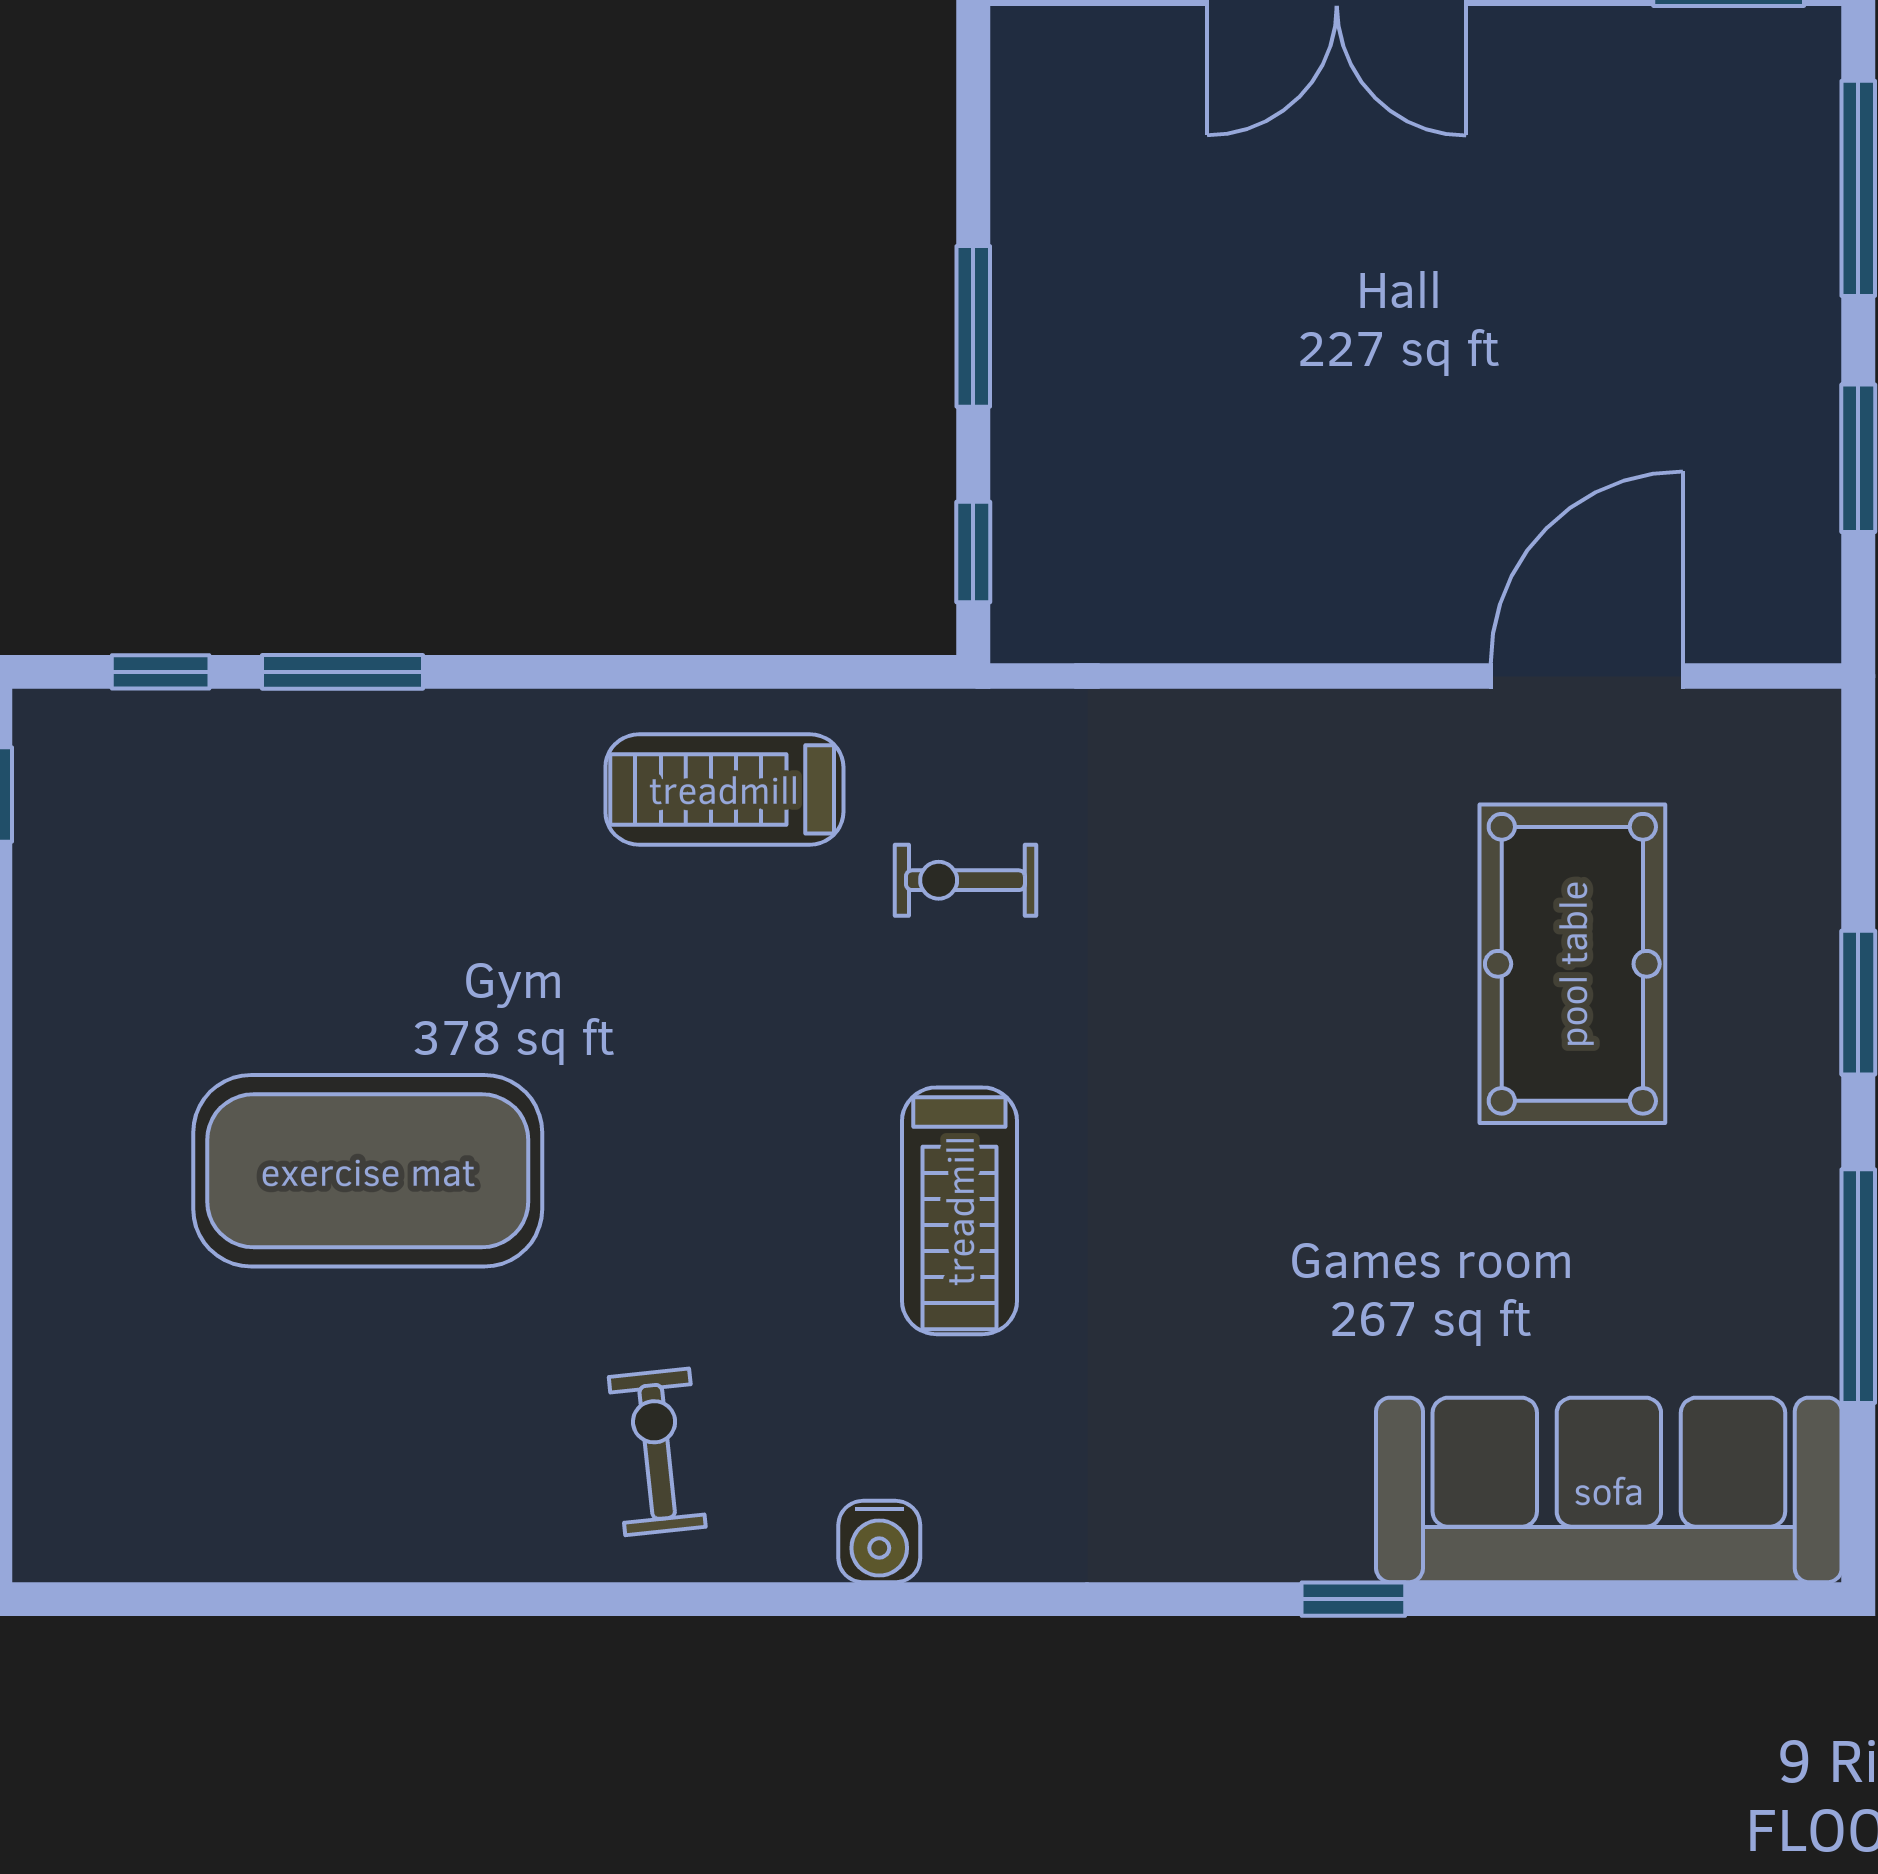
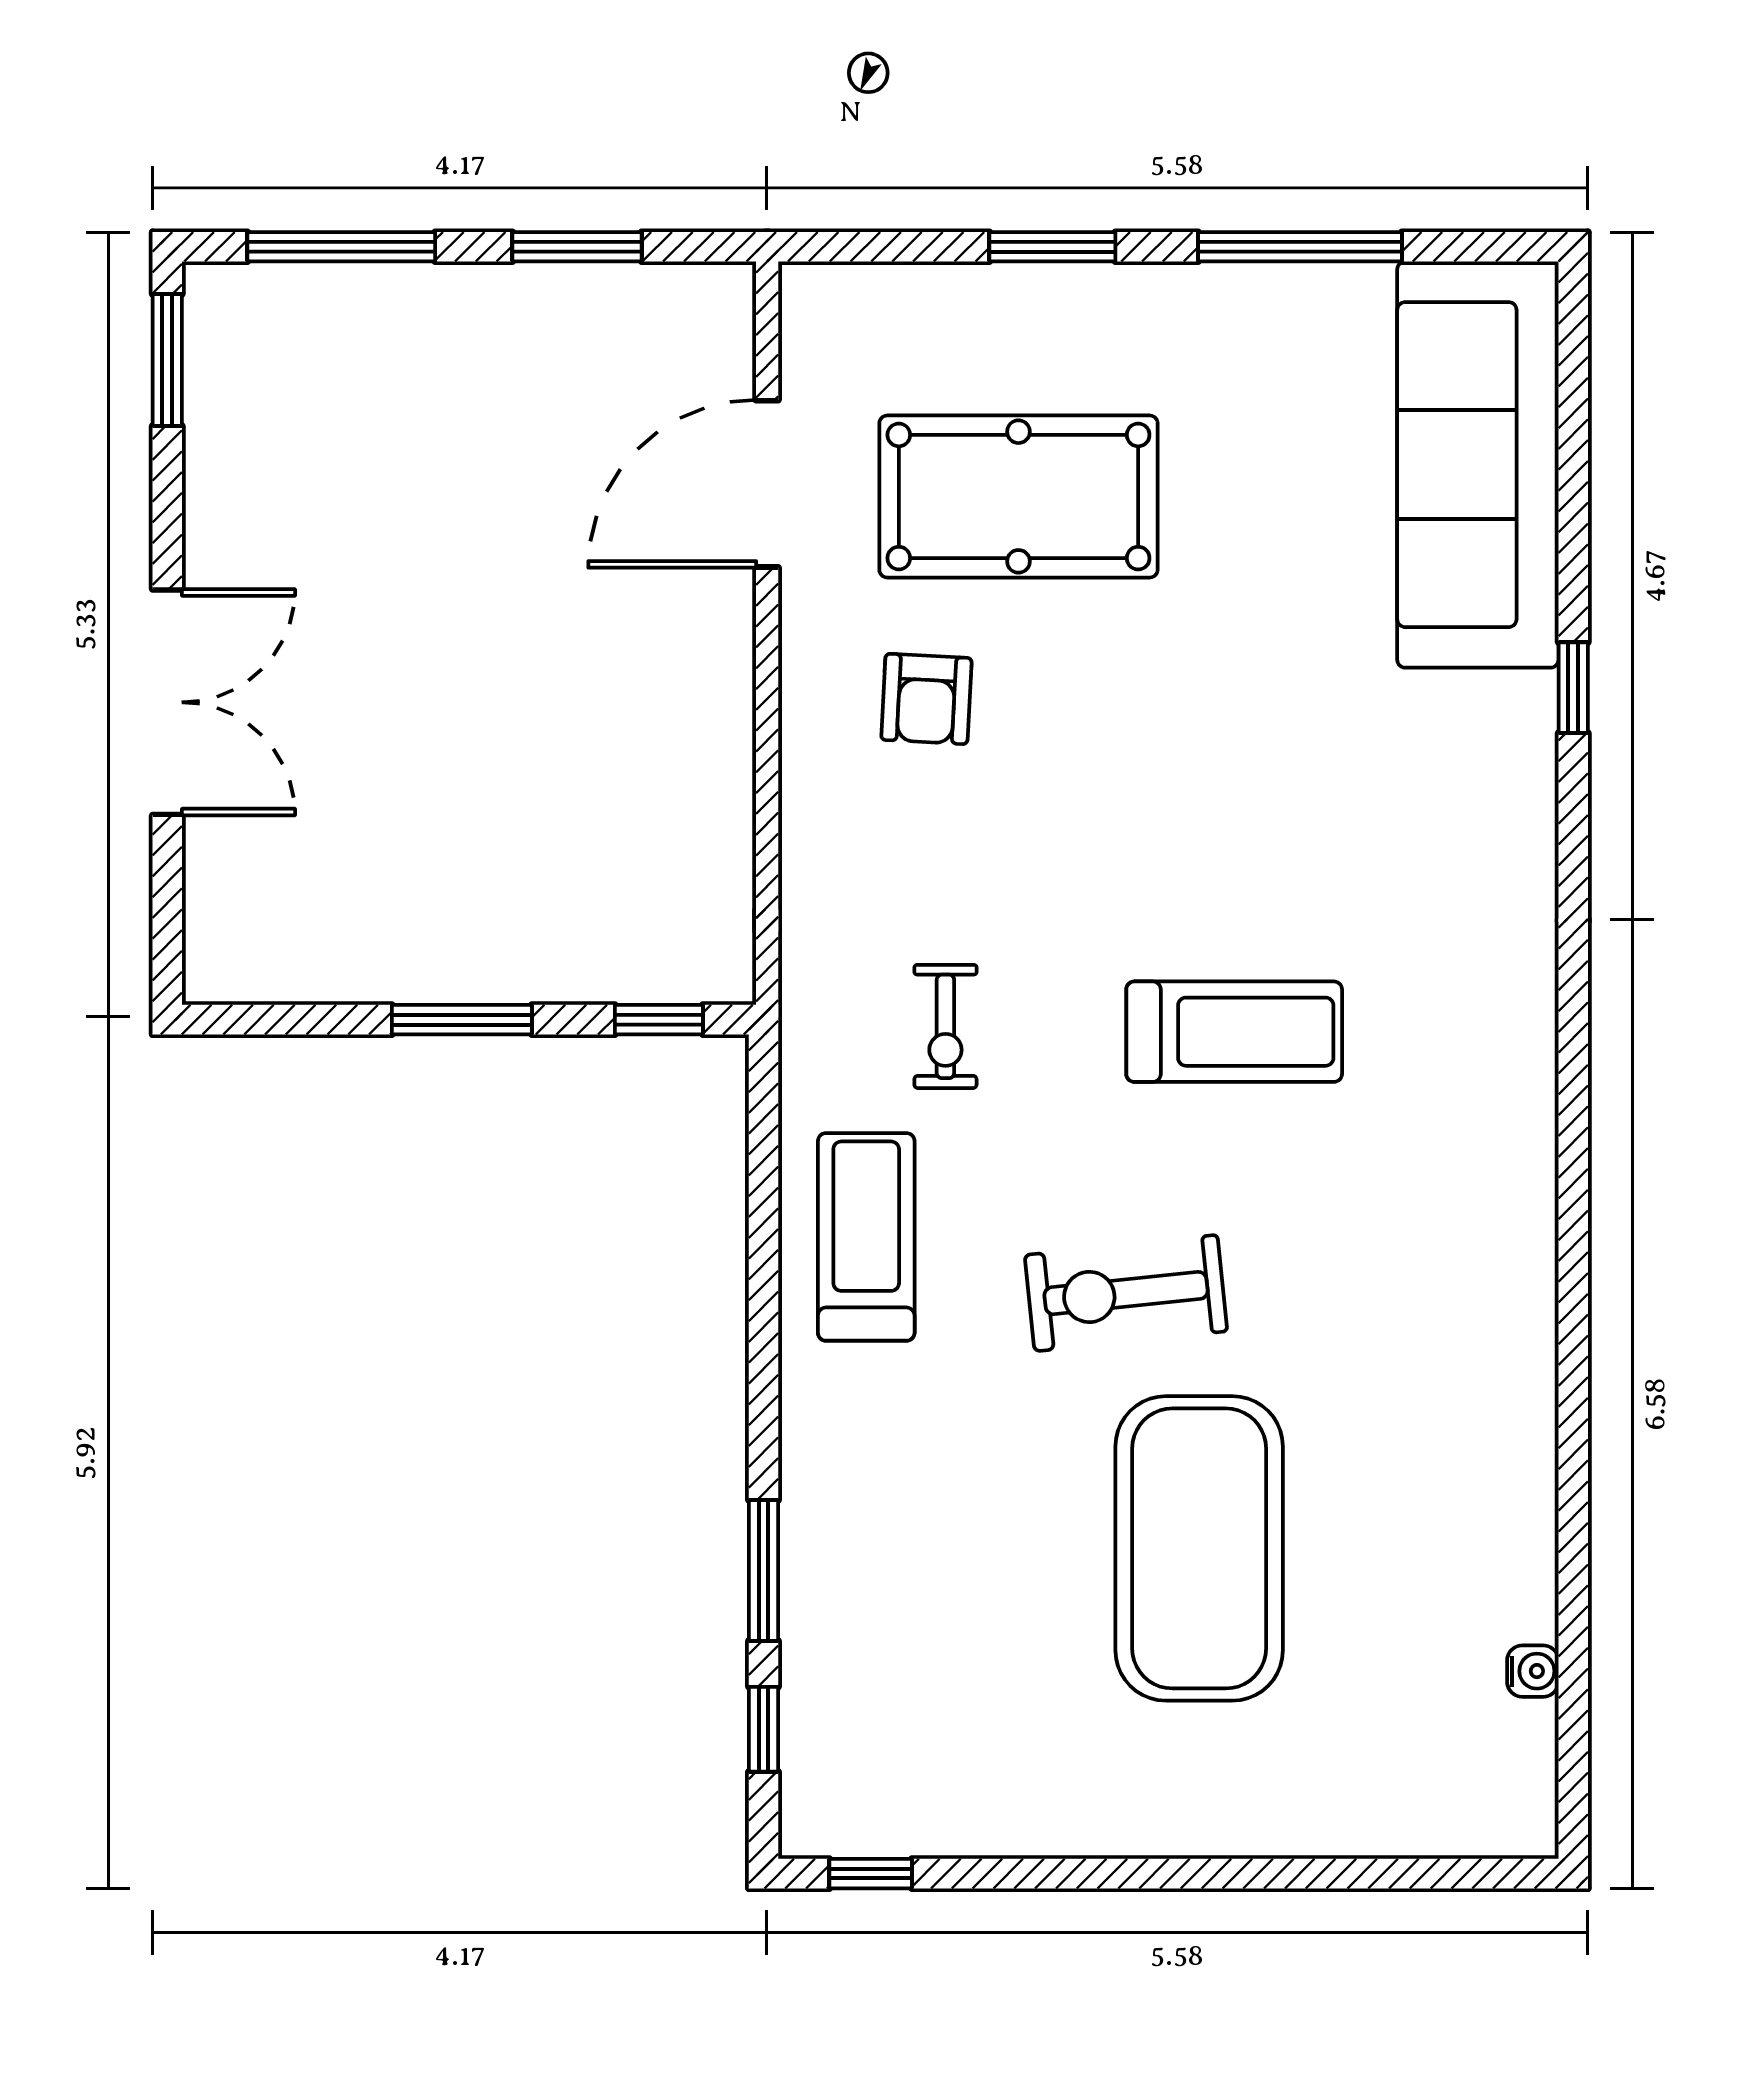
door: (1587, 676) -> (767, 484), hinge flipped
treadmill: (724, 789) -> (866, 1237), turned 180
armchair: (1340, 858) -> (926, 699), added
exercise bike: (657, 1452) -> (1126, 1293), moved, width x1.38, depth x1.39
water cooler: (879, 1541) -> (1533, 1671), moved, width x0.72, depth x0.72

